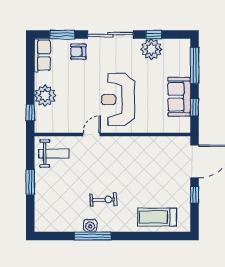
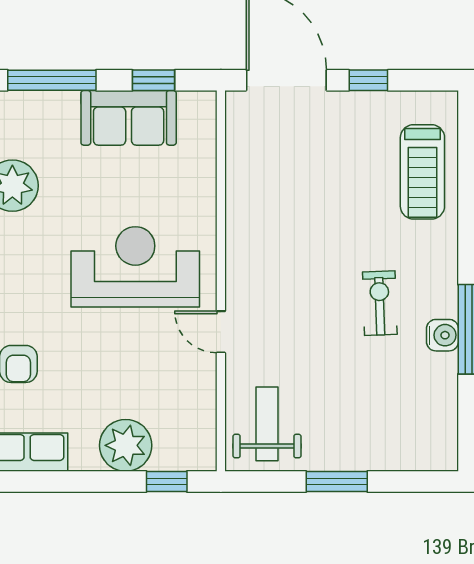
reception desk: (118, 100) -> (135, 267), turned 180

